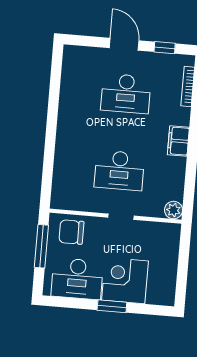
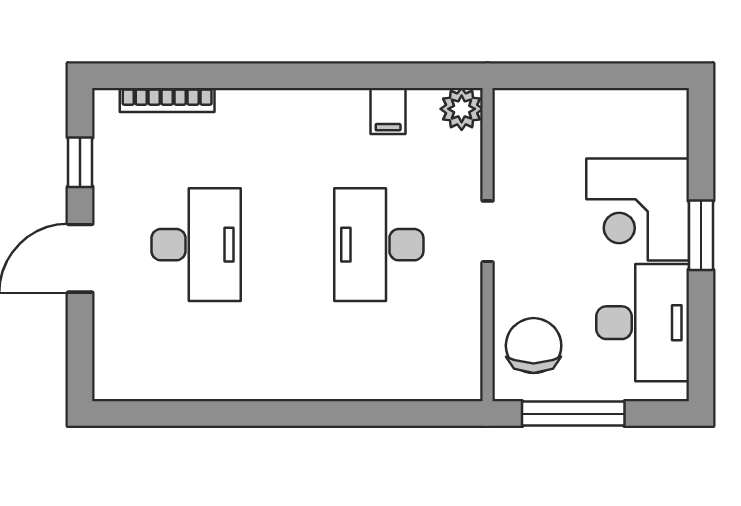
filing cabinet: (178, 141) -> (388, 111), moved, width x0.50
desk: (119, 170) -> (379, 245), turned 180
chair: (71, 232) -> (534, 346), turned 180

